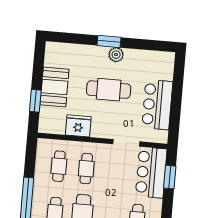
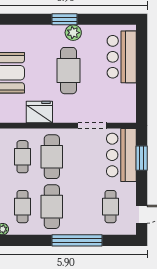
cafe table: (109, 90) -> (68, 71), turned 90
bar counter: (157, 105) -> (122, 57), moved
cafe table: (86, 169) -> (52, 157), width x1.37, depth x1.35

